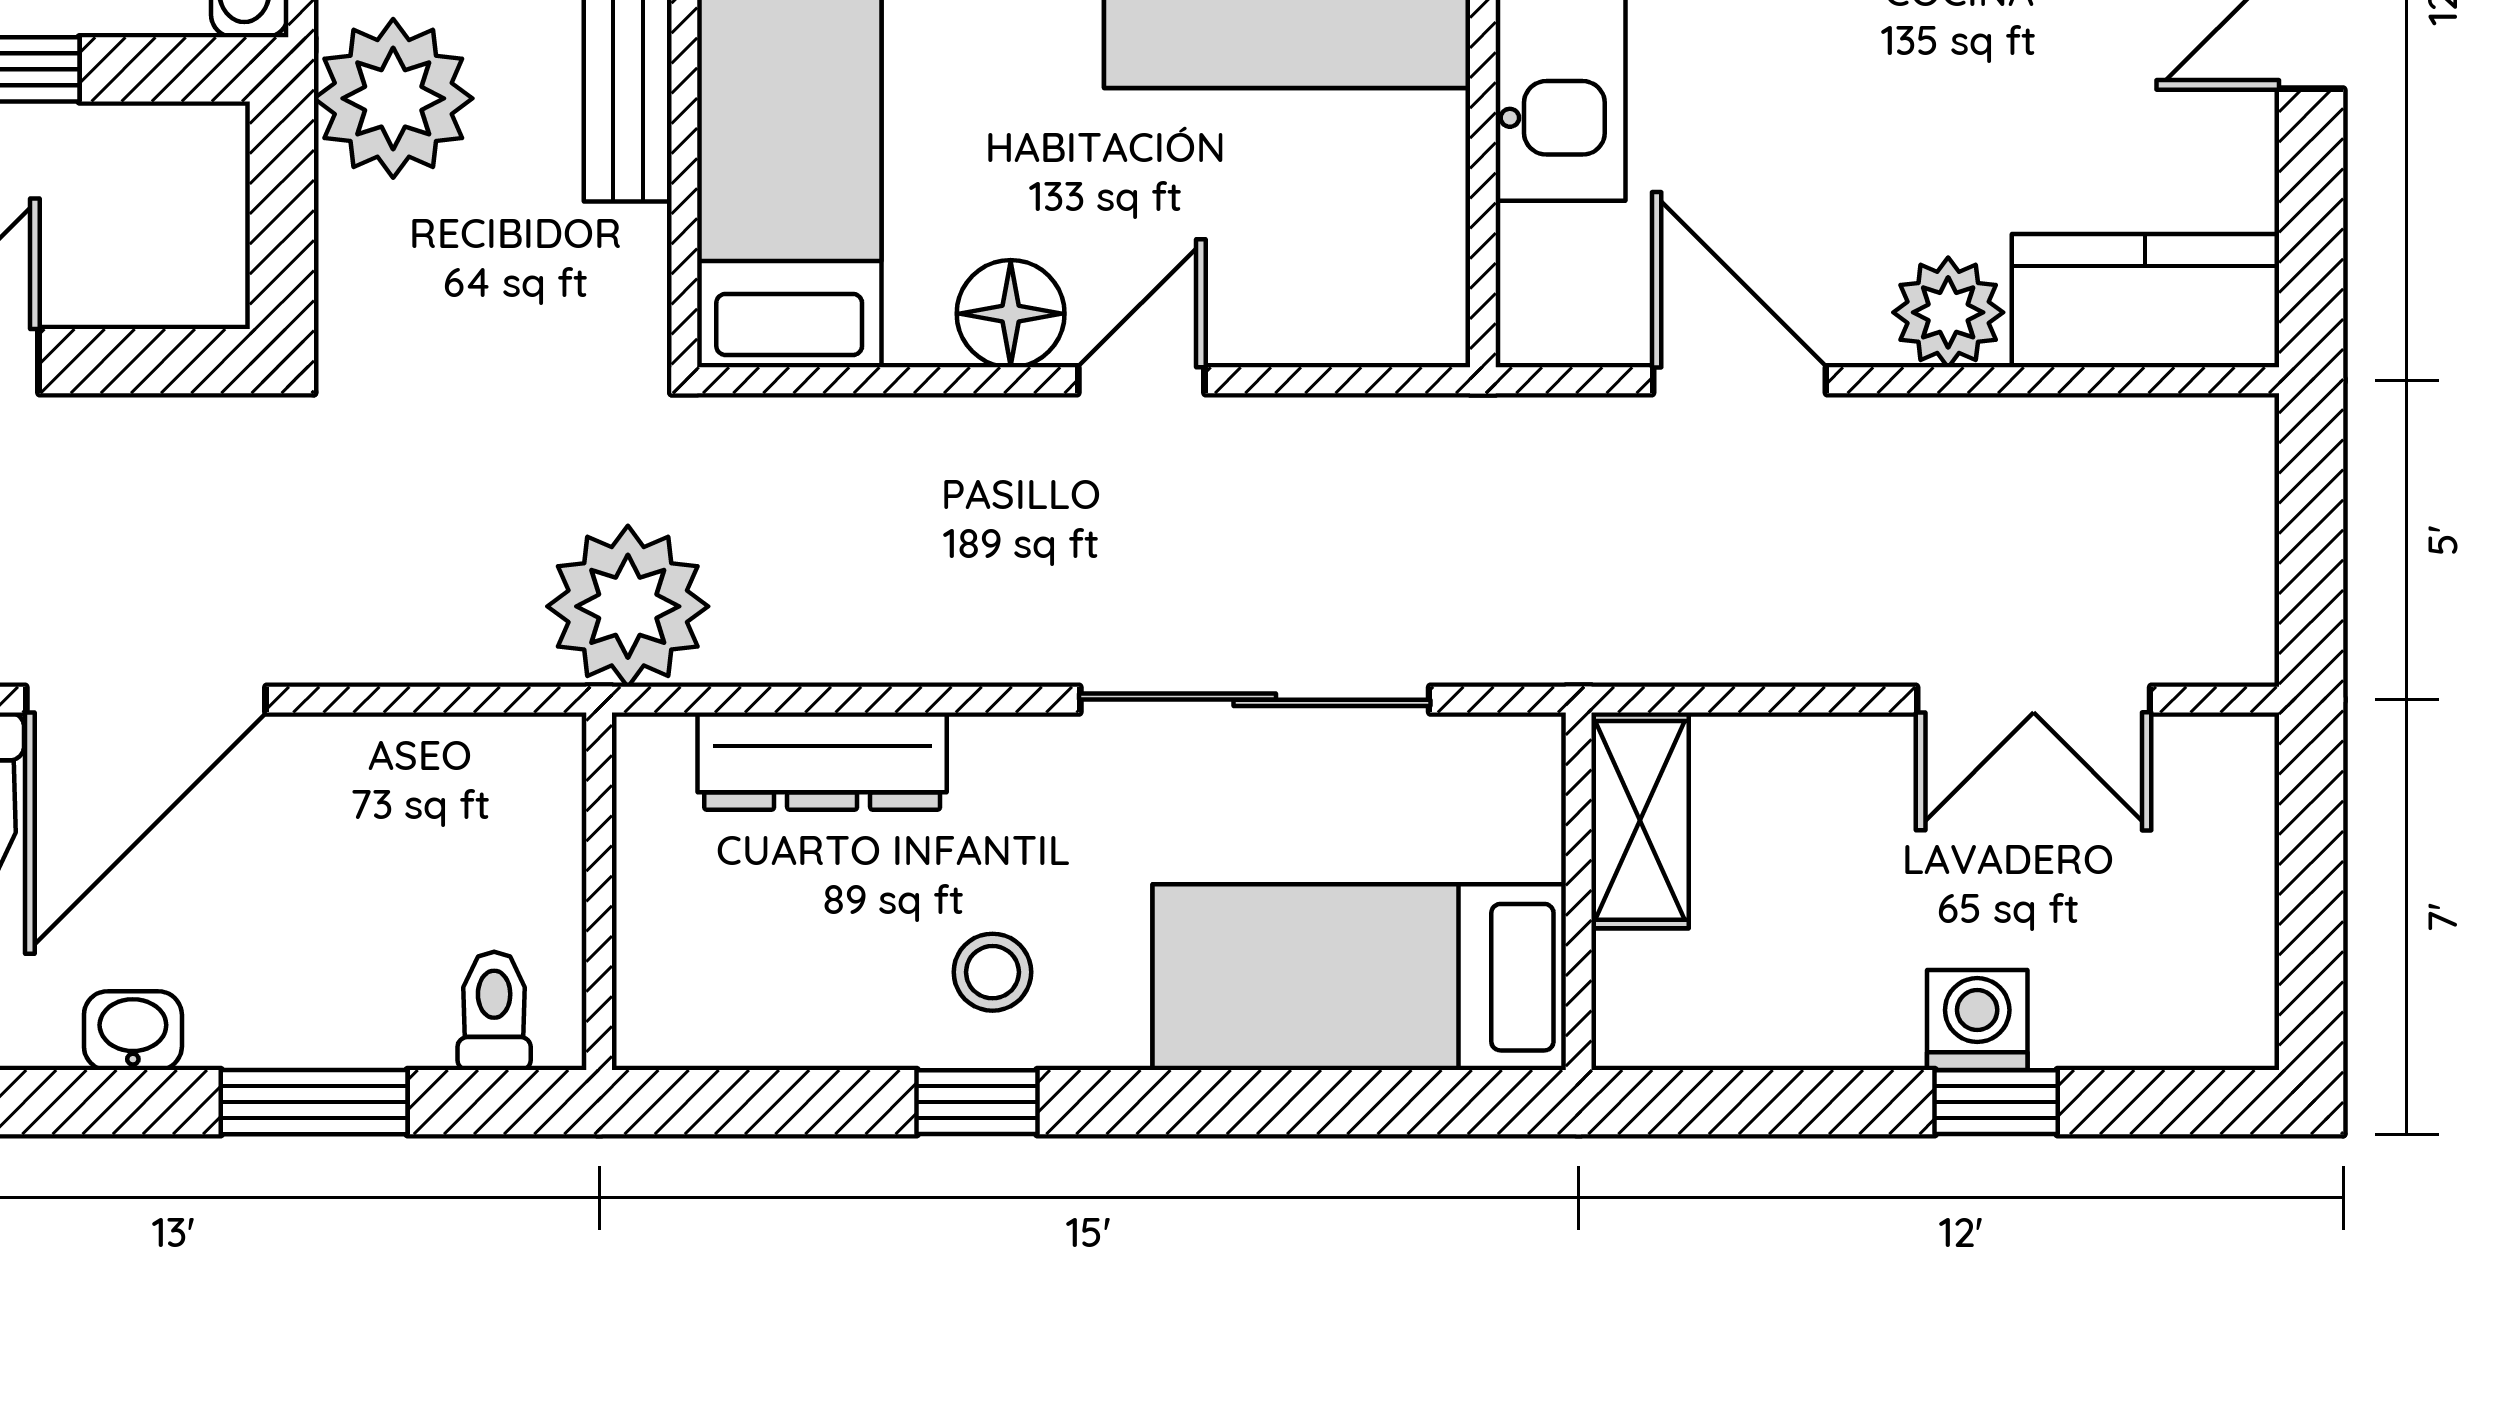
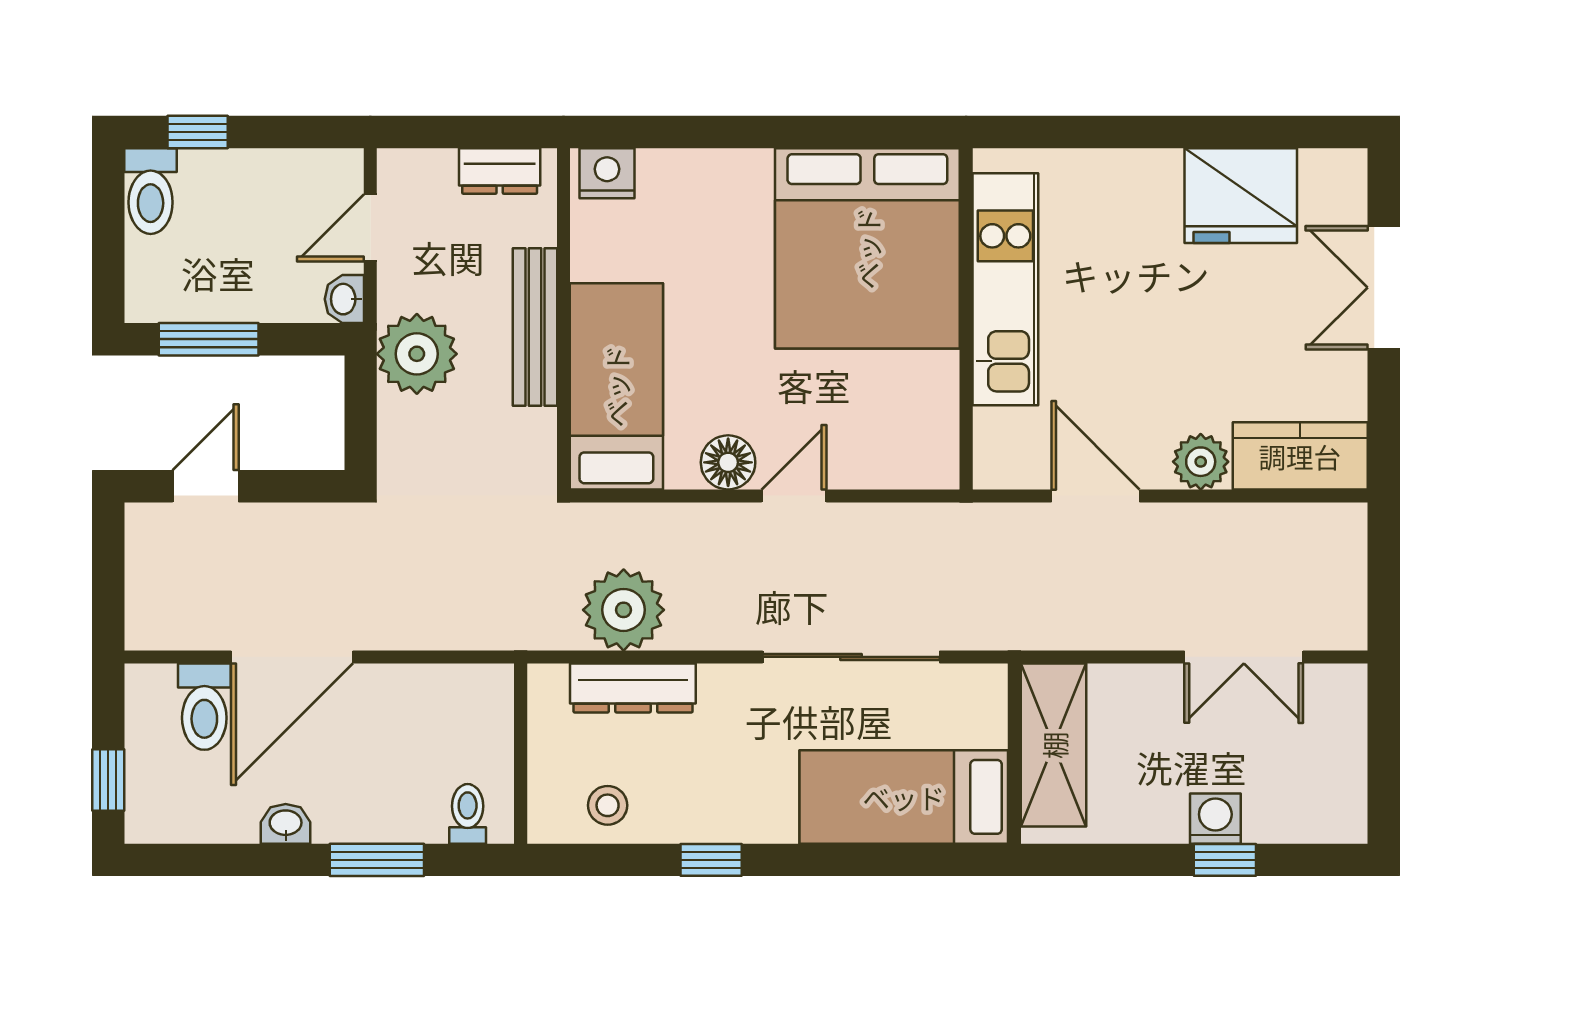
plant: (628, 606) -> (624, 610), moved
shelving: (1640, 820) -> (1054, 745), width x1.50, depth x1.33
stool: (992, 972) -> (608, 805), moved

